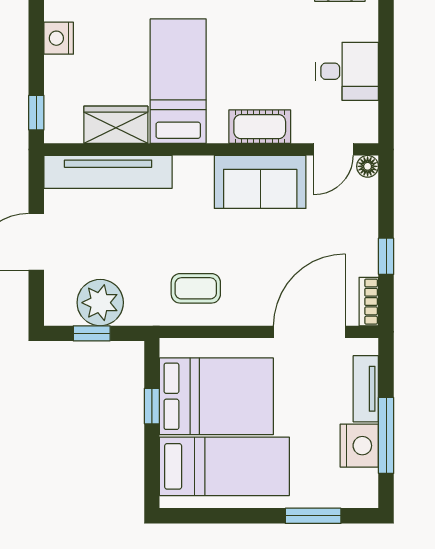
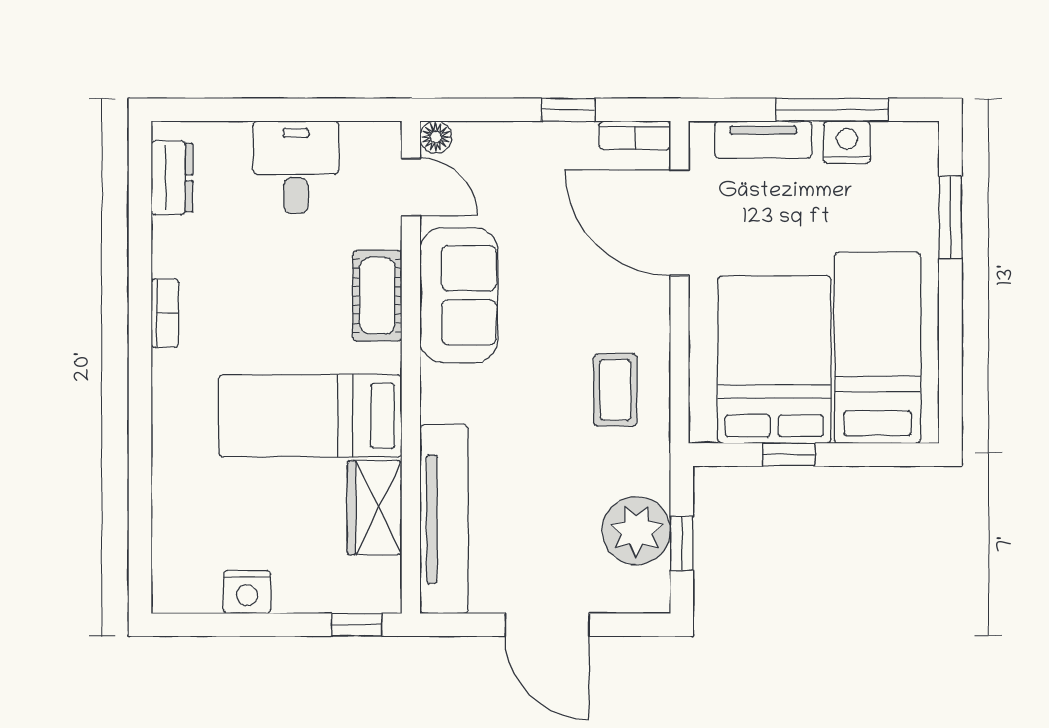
nightstand: (359, 446) -> (847, 142), width x0.74, depth x0.75

